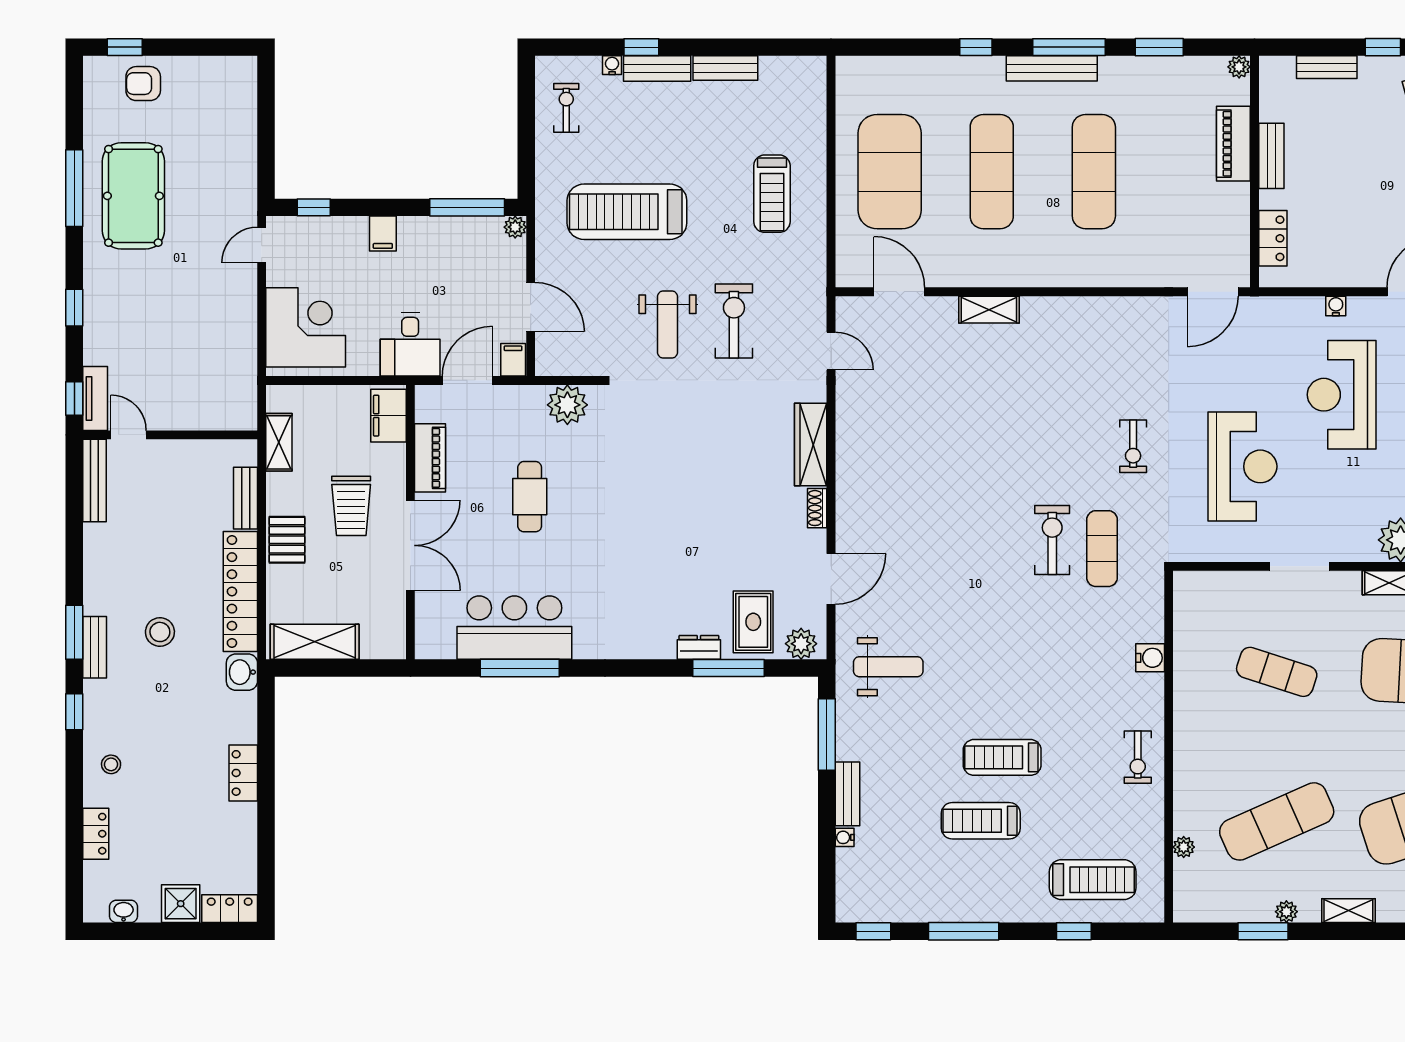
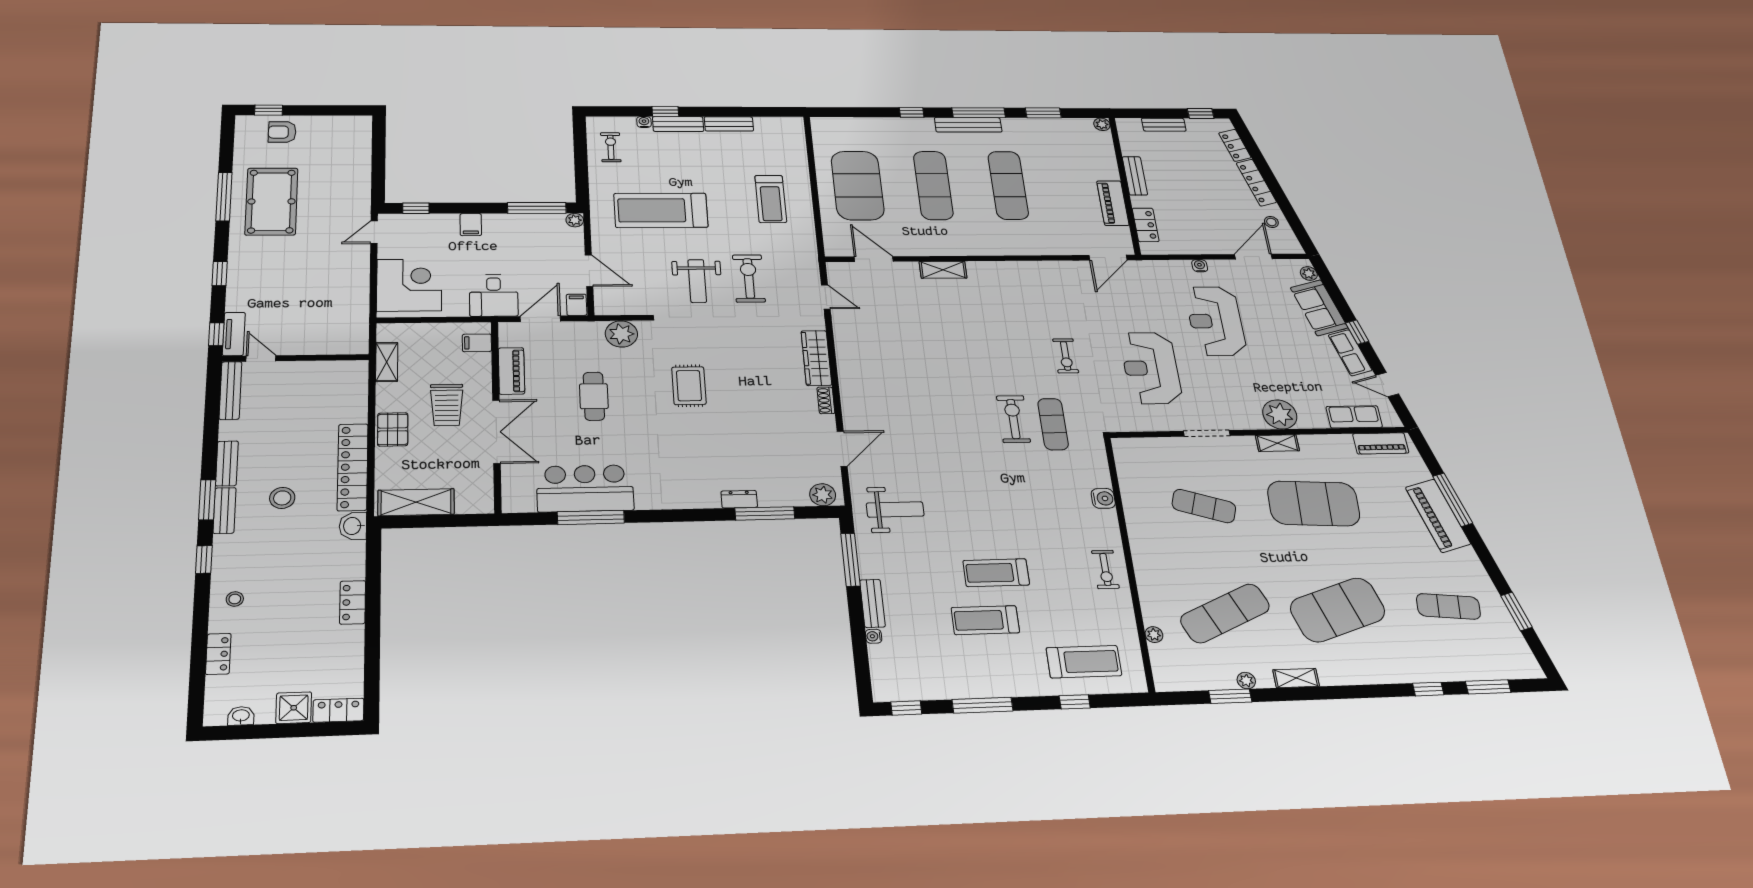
piano: (1233, 144) -> (1113, 203), moved
filing cabinet: (389, 416) -> (477, 343), width x0.50
reception desk: (1242, 466) -> (1151, 368), turned 180
bench: (246, 498) -> (227, 463), moved
rug: (753, 622) -> (689, 386), moved

